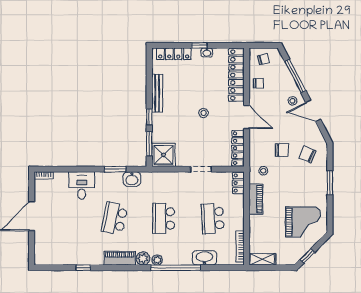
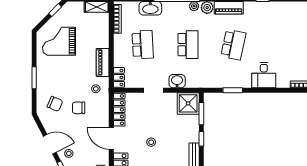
washbasin: (132, 179) -> (177, 81), moved

